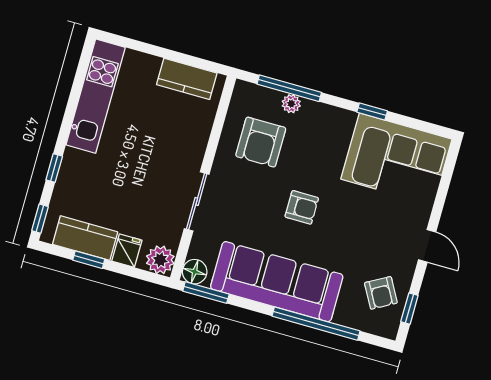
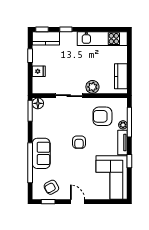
tv unit: (328, 115) -> (123, 142), added
kitchen counter: (85, 238) -> (46, 38), moved, turned 90
door: (427, 246) -> (78, 202), swing flipped
plant: (160, 260) -> (92, 87), moved
sofa: (277, 282) -> (41, 153), width x0.54, depth x0.79

